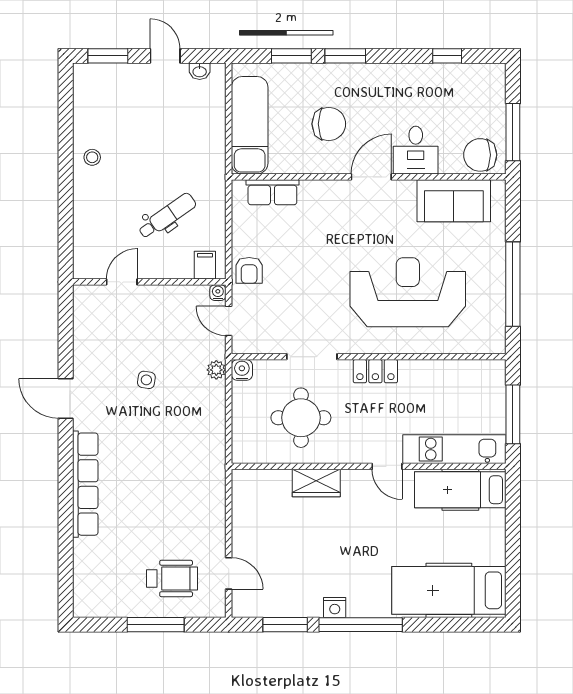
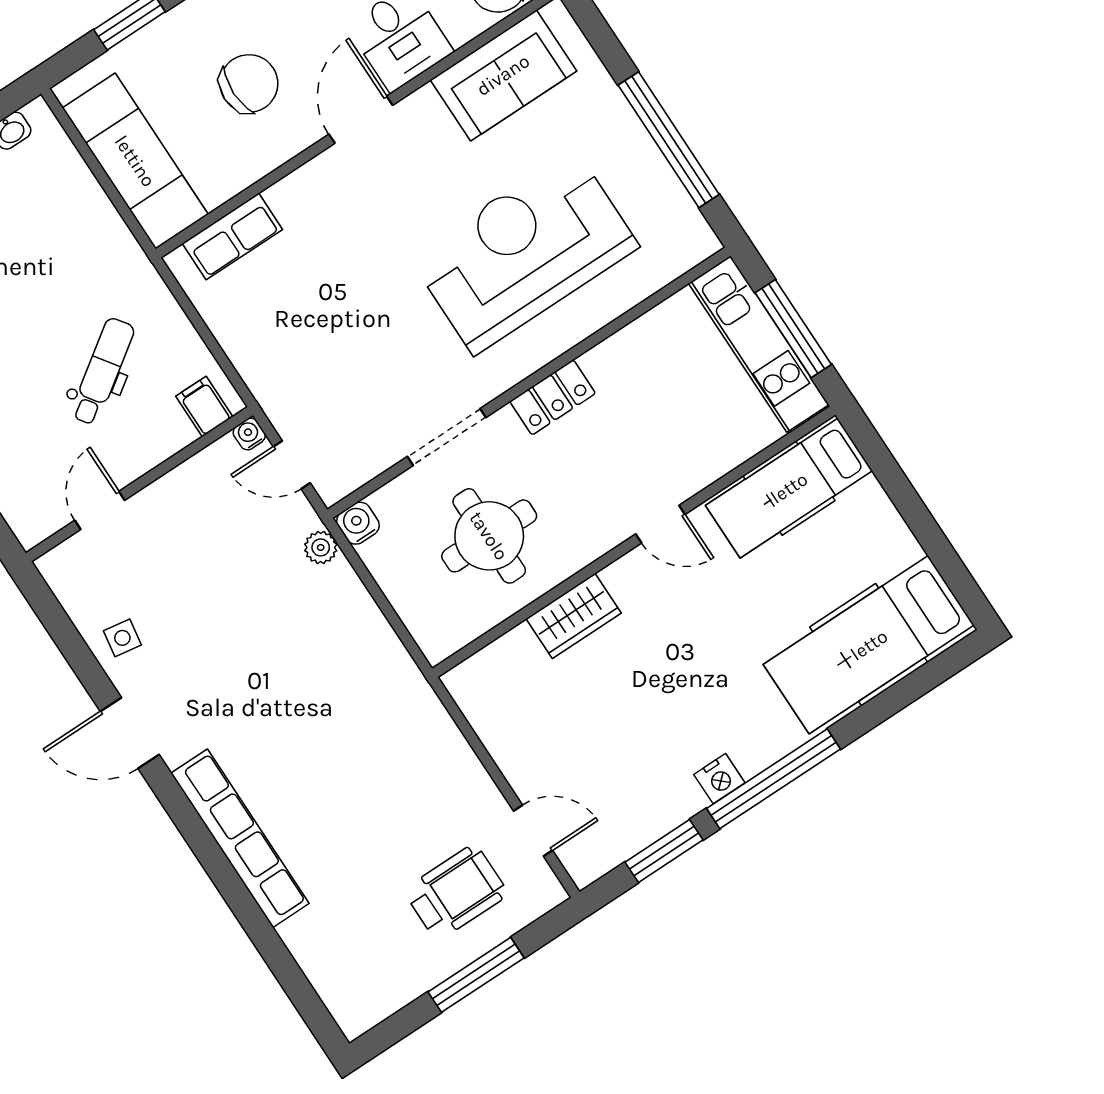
armchair: (249, 270) -> (273, 372), removed
side table: (146, 380) -> (122, 638), moved
kitchen unit: (454, 449) -> (759, 344), moved, turned -90

